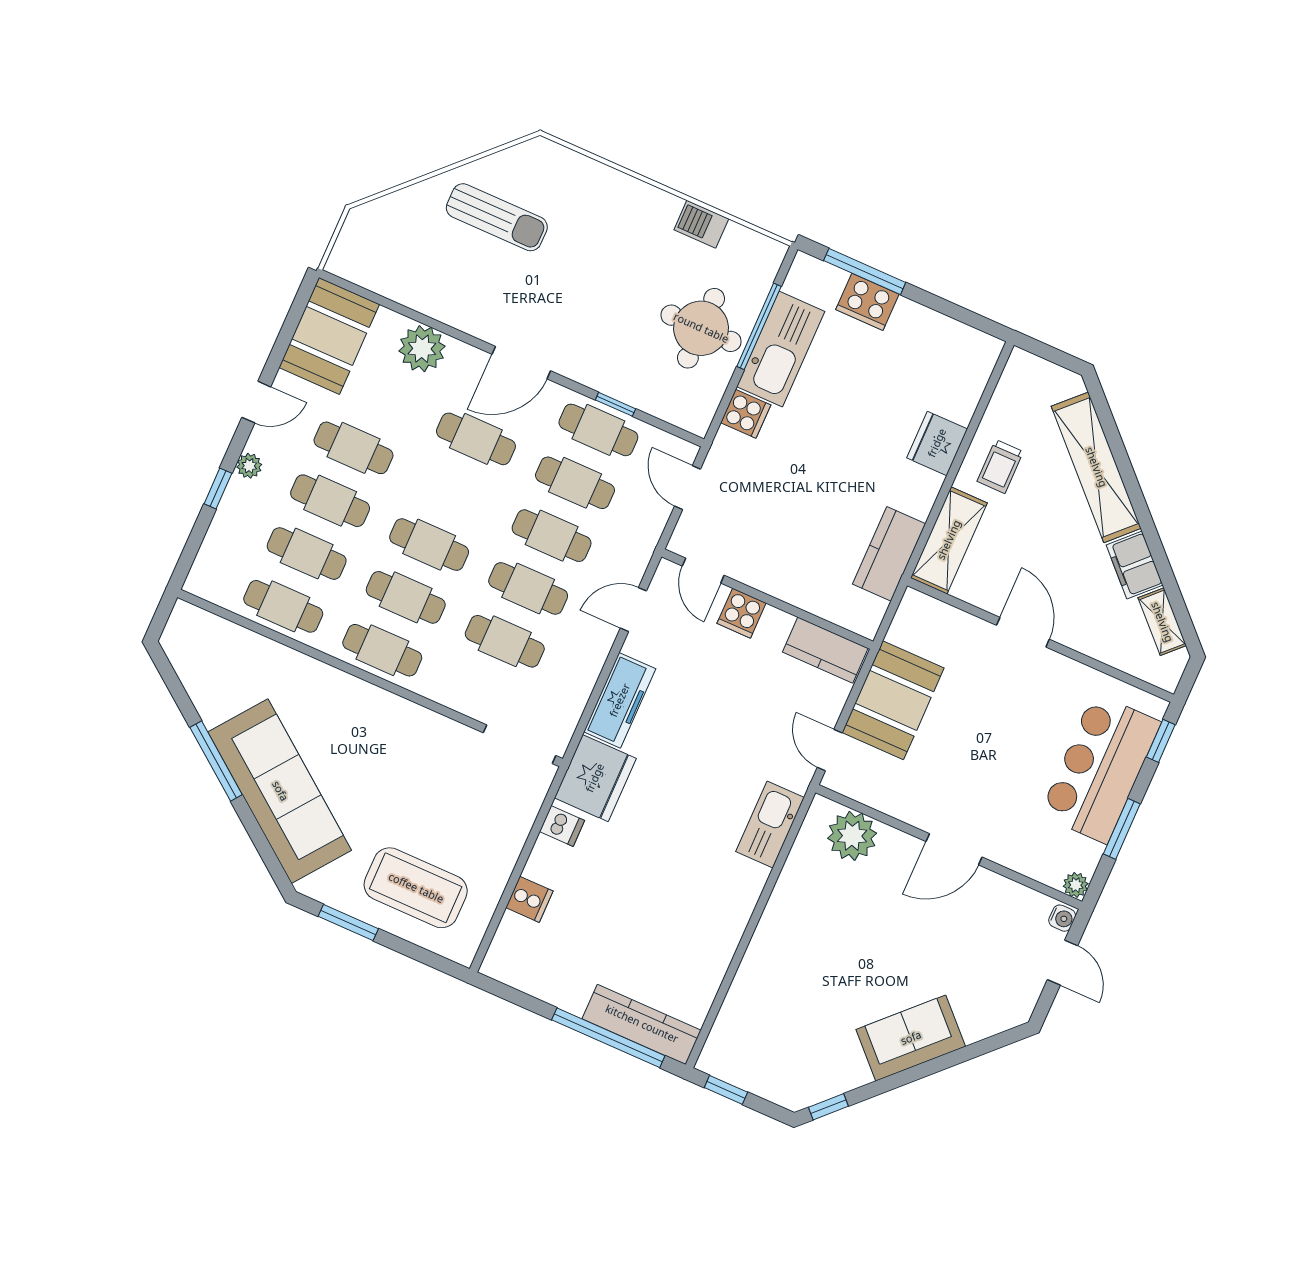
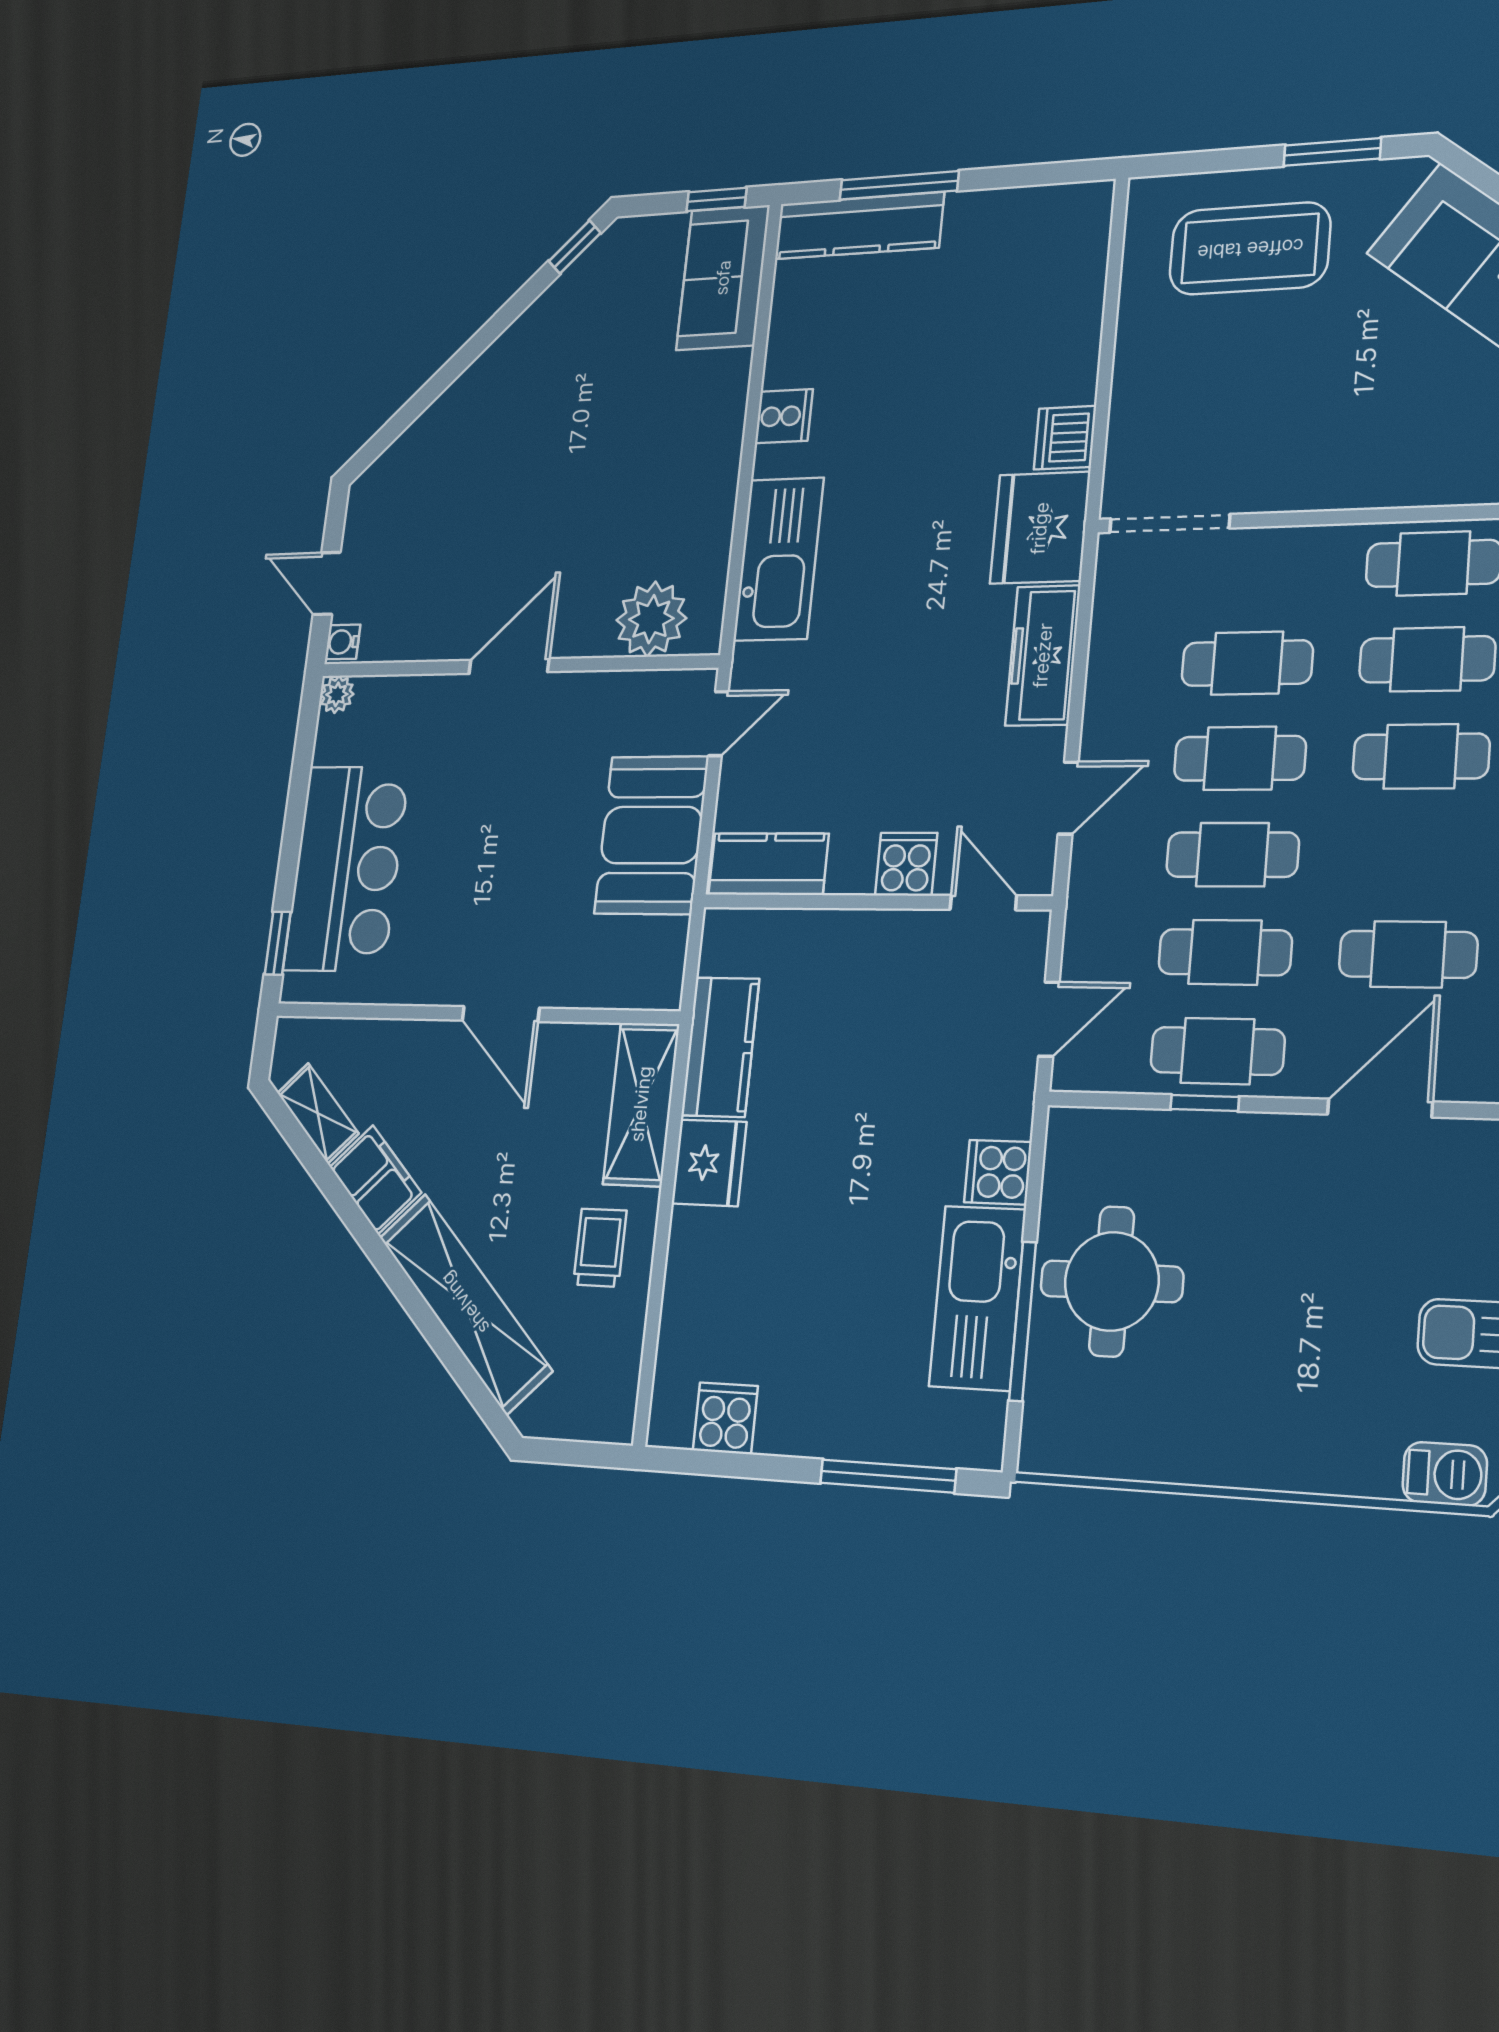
barbecue: (701, 224) -> (1445, 1474), moved
cooker: (867, 302) -> (725, 1418), moved, width x0.73
fridge: (937, 443) -> (709, 1163), moved
door: (687, 488) -> (1049, 1019), hinge flipped
door: (830, 750) -> (718, 724), hinge flipped
kitchen sink: (770, 825) -> (779, 559), width x1.36, depth x1.24
dishwasher: (562, 826) -> (1065, 438), width x1.38
window: (1122, 829) -> (297, 798), removed
cooker: (529, 899) -> (784, 416), moved, turned 180
window: (608, 1038) -> (899, 185), width x0.68
sofa: (911, 1038) -> (723, 278), moved, turned 135

